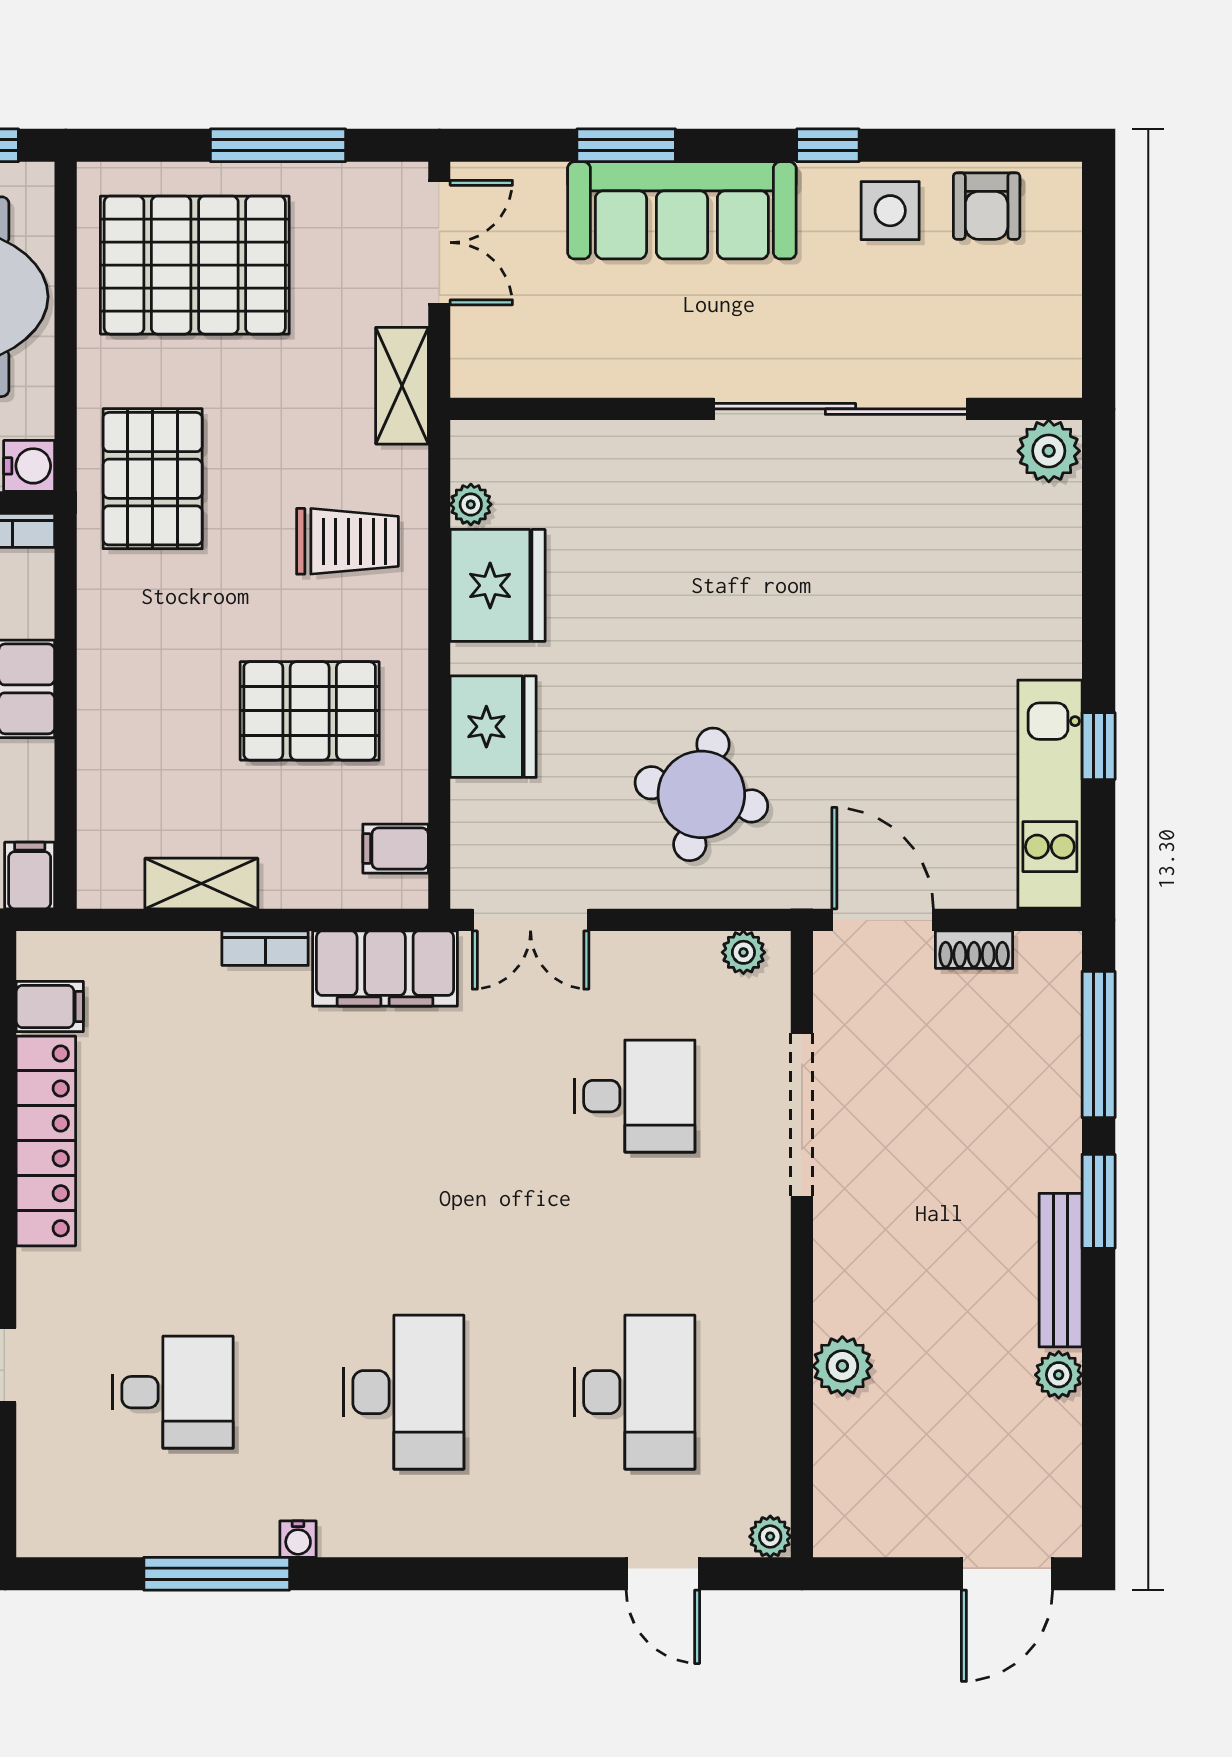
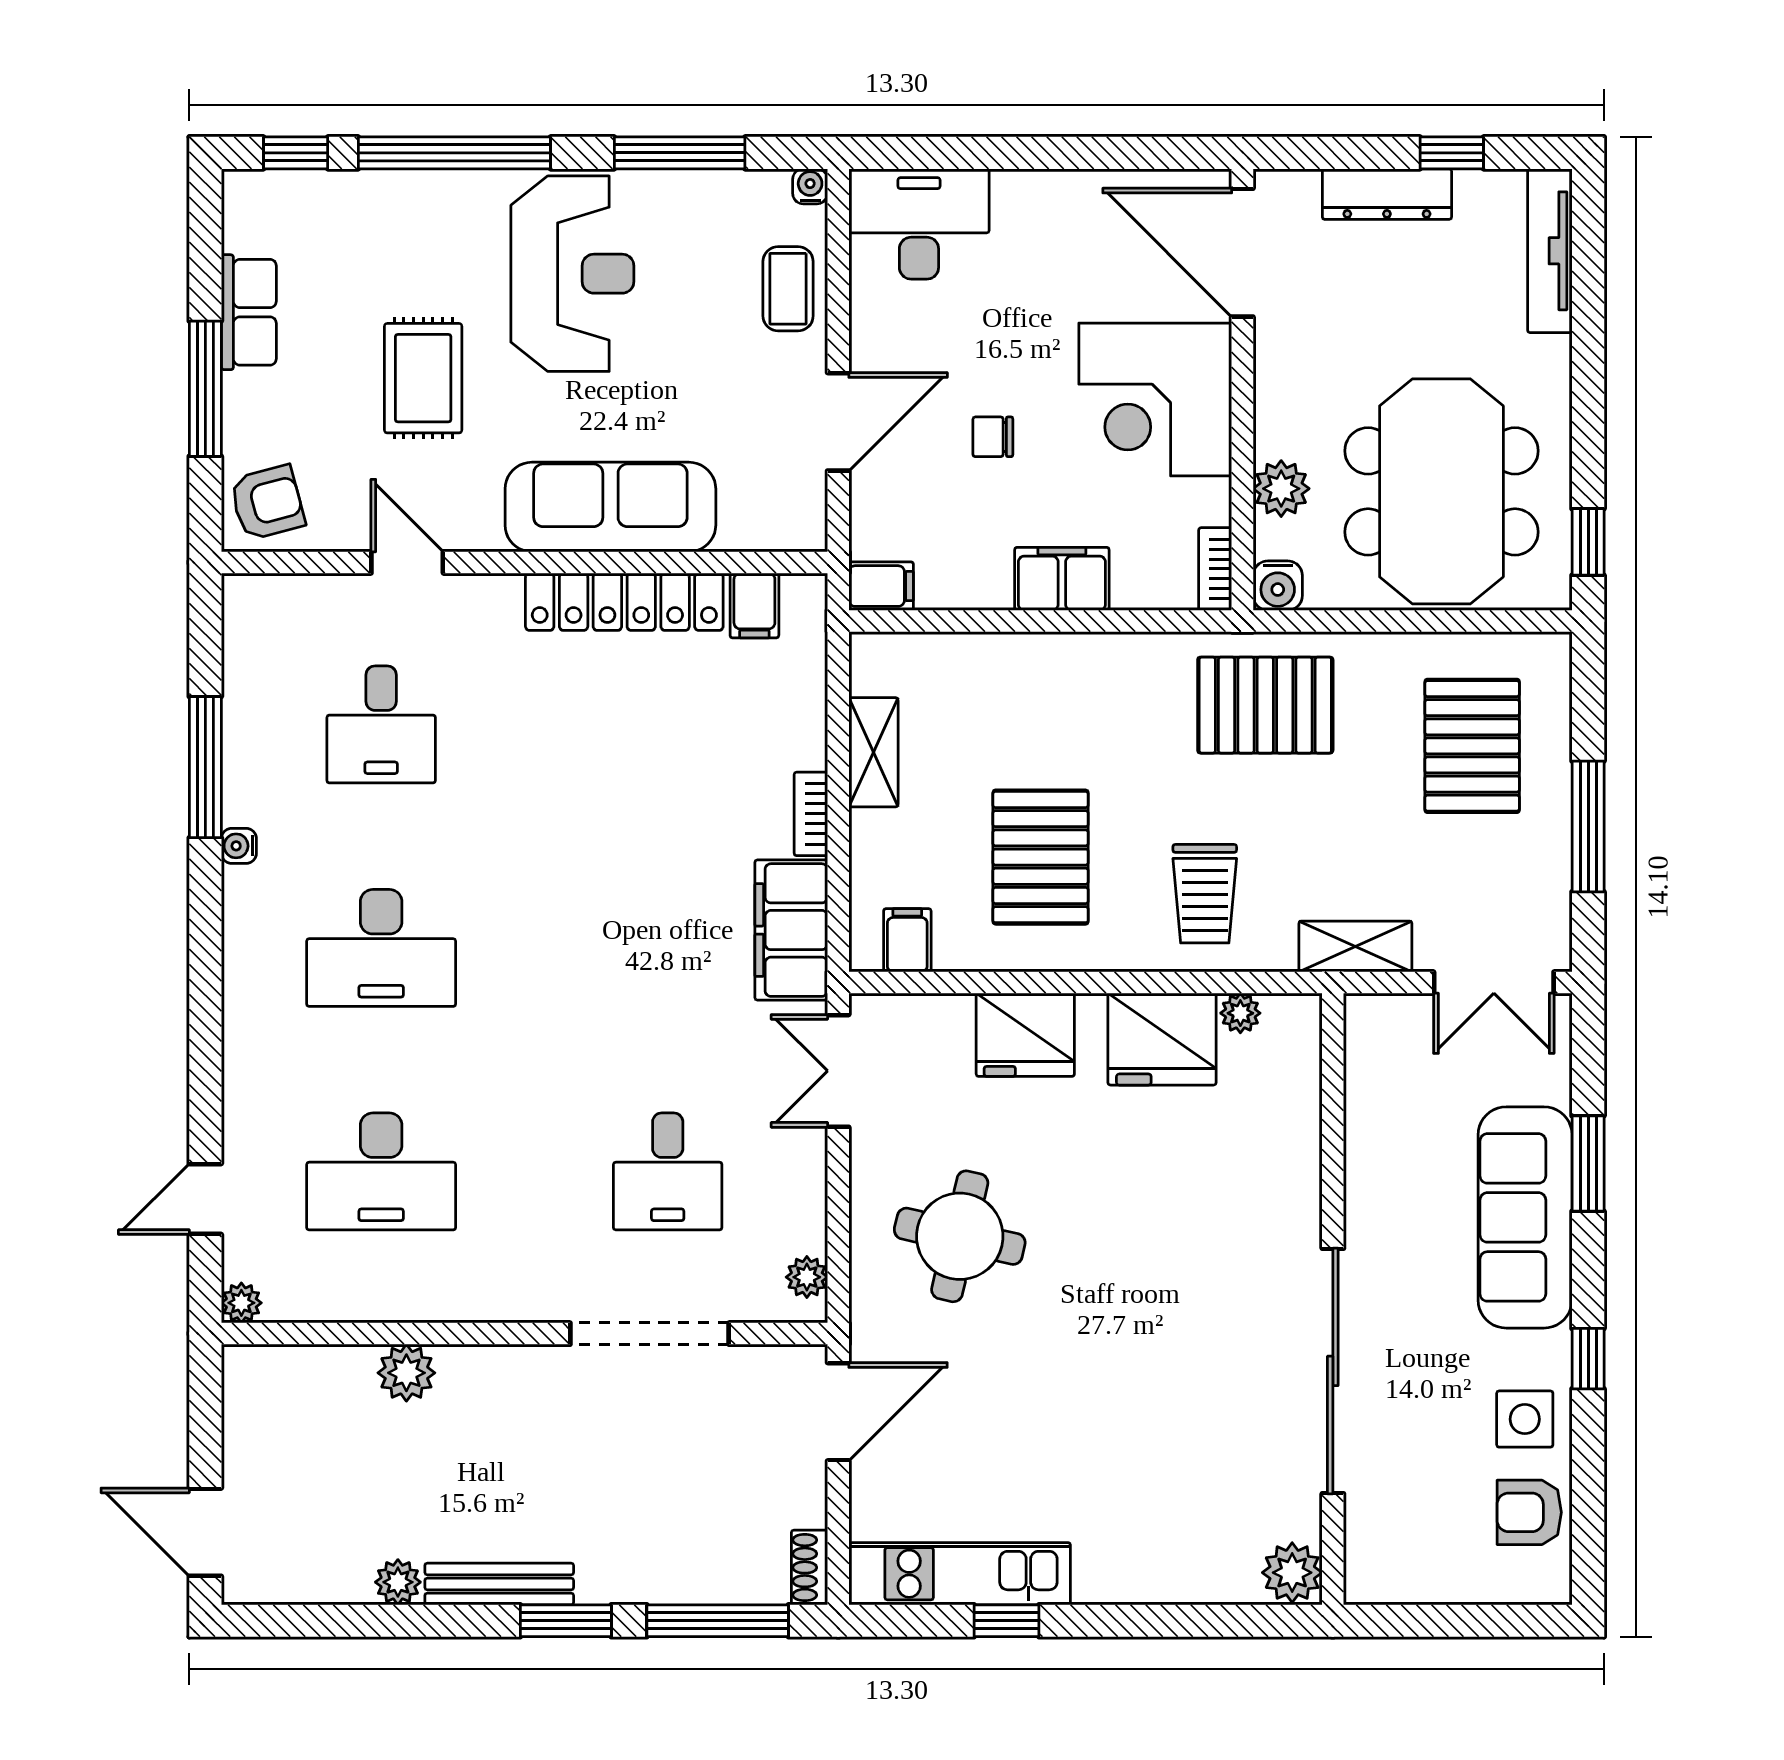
pallet: (195, 265) -> (1472, 746), width x0.73, depth x0.71
shoe rack: (974, 950) -> (809, 1567), moved

